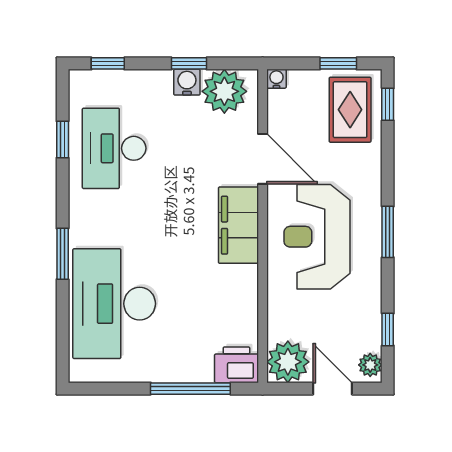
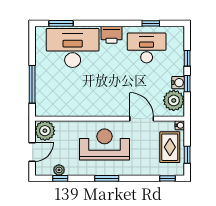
window: (108, 63) -> (187, 58), moved
rug: (350, 110) -> (170, 147), moved, turned 90
door: (263, 159) -> (142, 119), swing flipped
filing cabinet: (238, 225) -> (110, 107), removed
window: (63, 254) -> (61, 23), moved
printer: (236, 365) -> (112, 35), moved, turned 90
plant: (370, 365) -> (59, 170), moved

